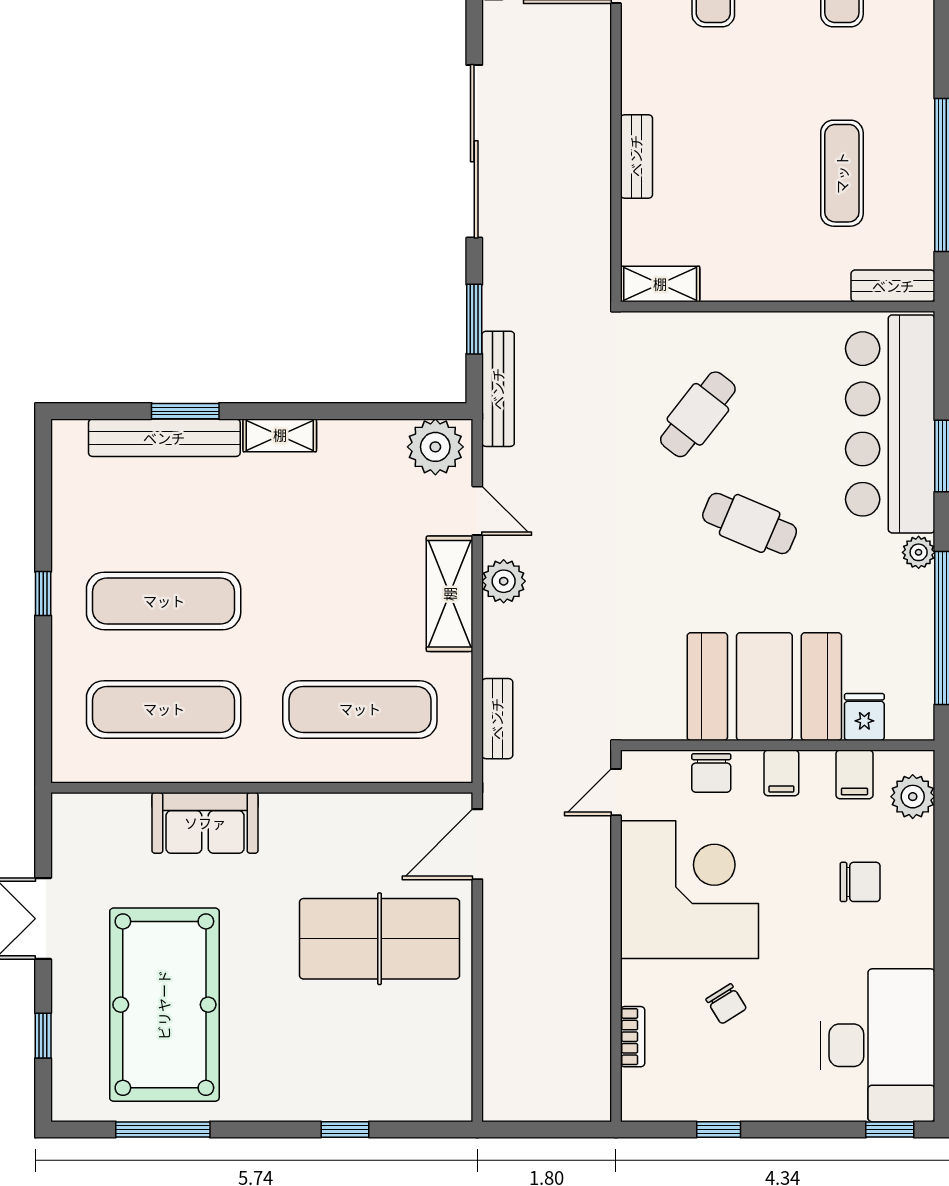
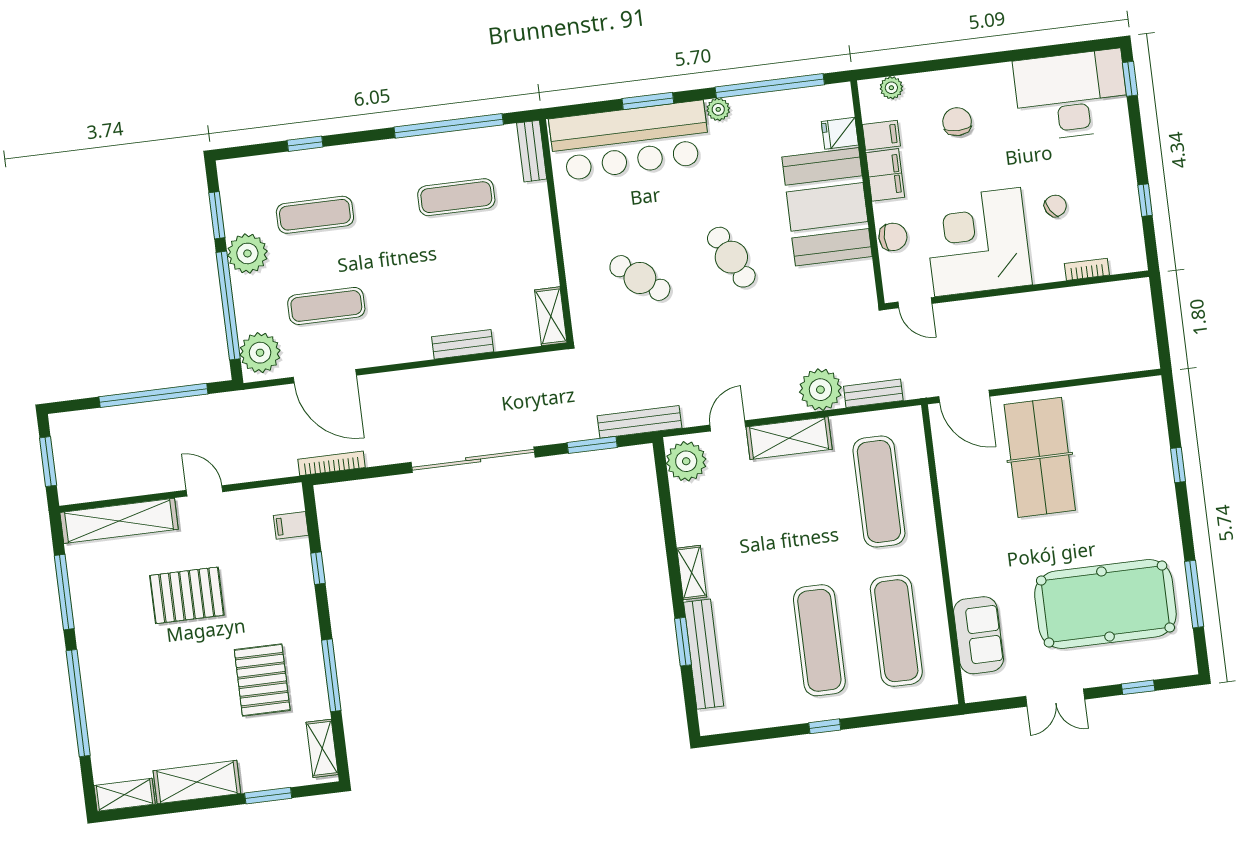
cafe table: (750, 523) -> (731, 257), moved, turned -49
plant: (504, 581) -> (820, 390), moved, width x1.36, depth x1.36
filing cabinet: (781, 773) -> (885, 175), width x2.00
plant: (913, 797) -> (891, 88), width x0.73, depth x0.73
sofa: (205, 823) -> (978, 635), moved

